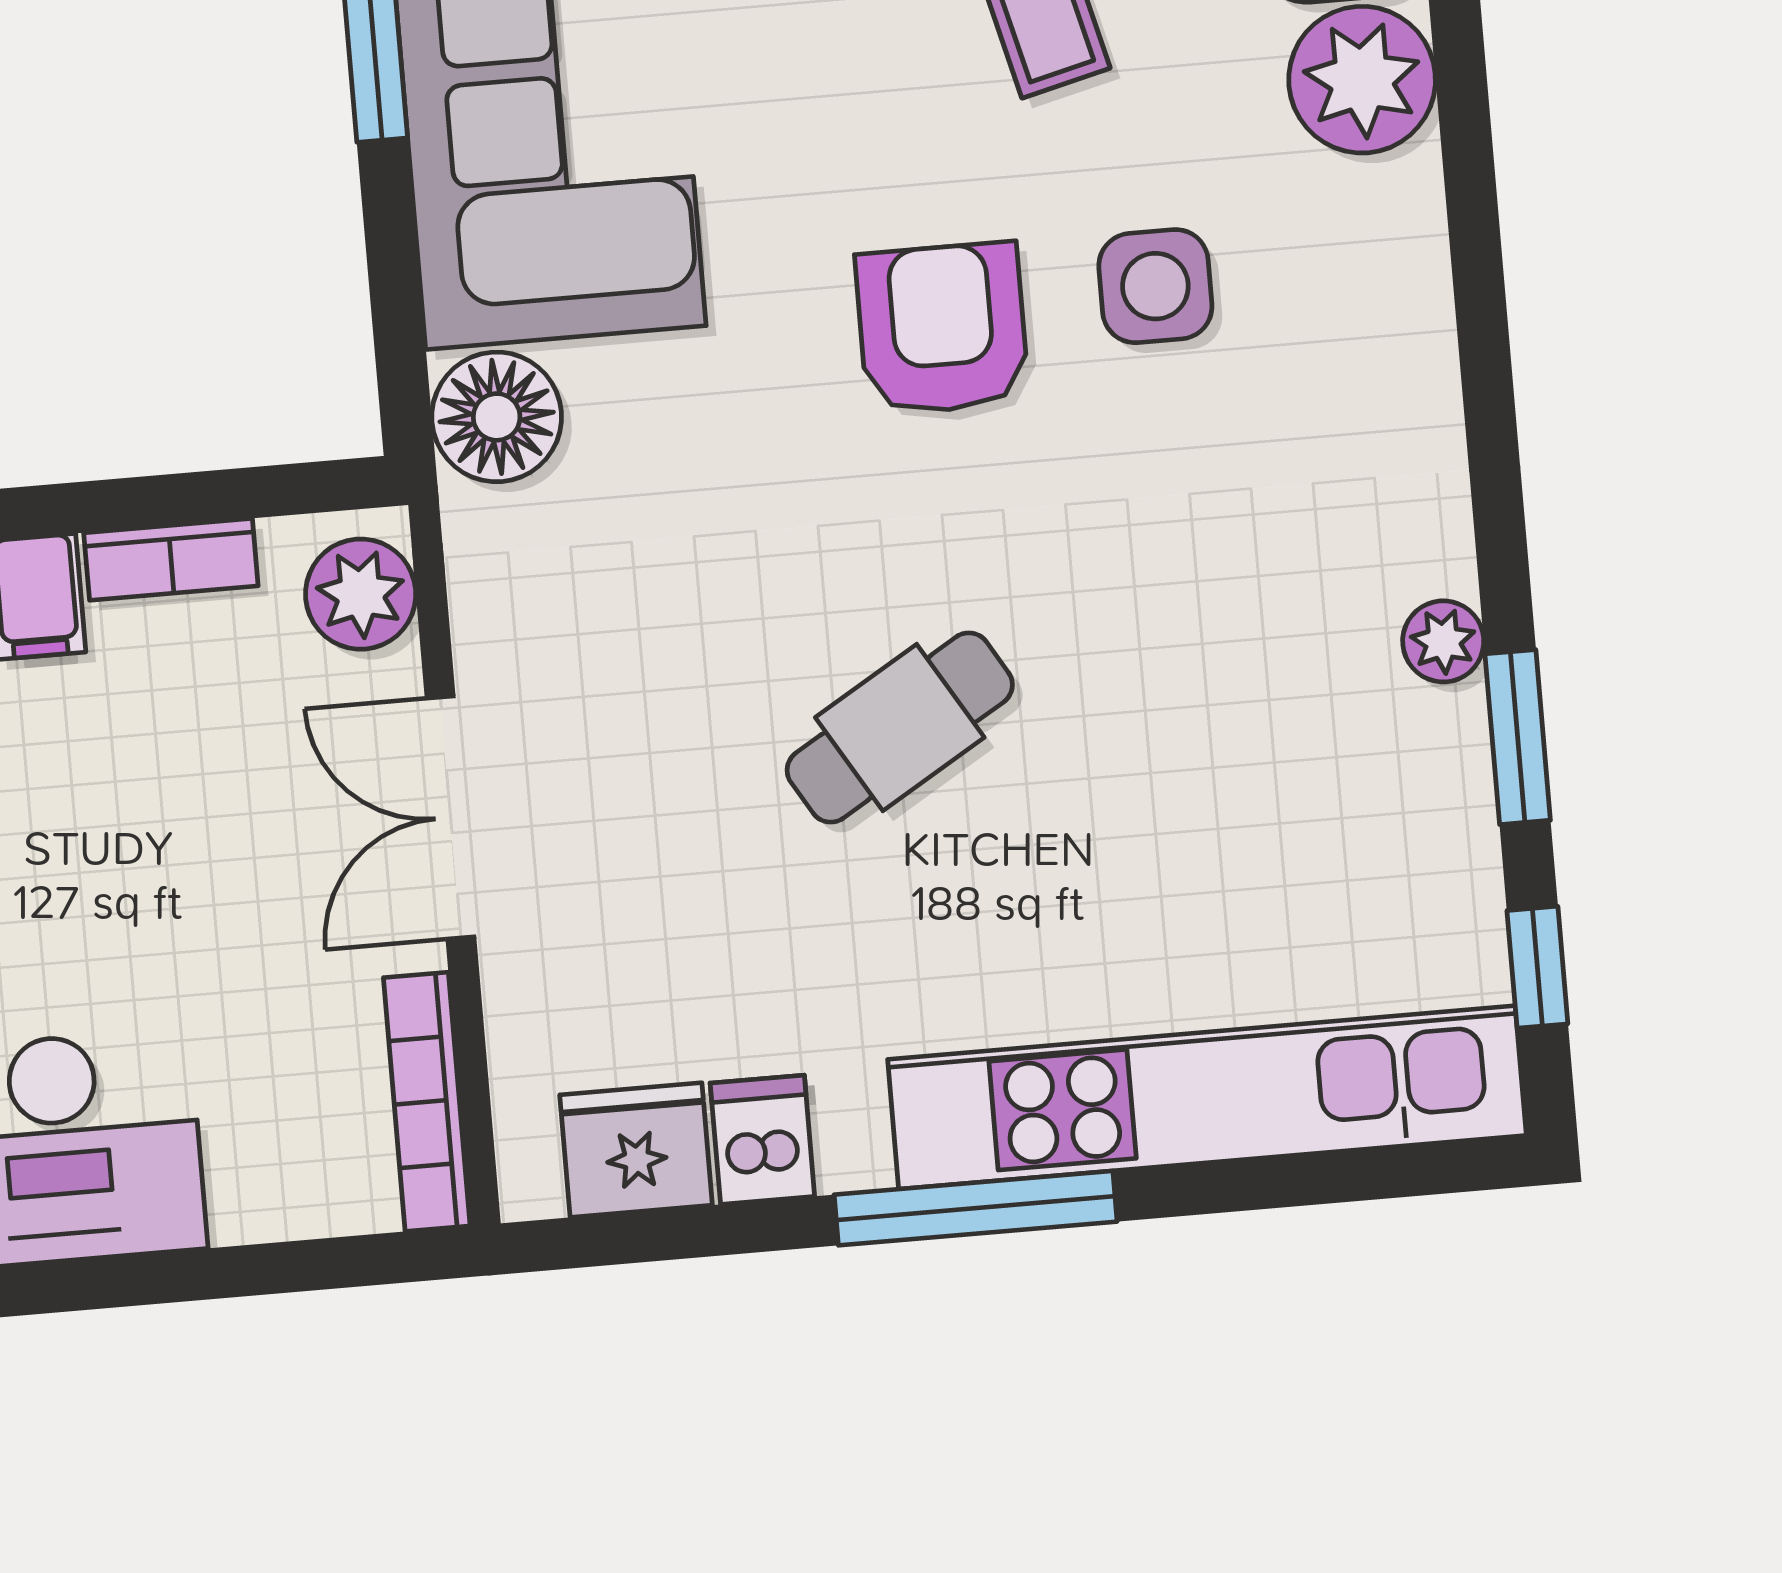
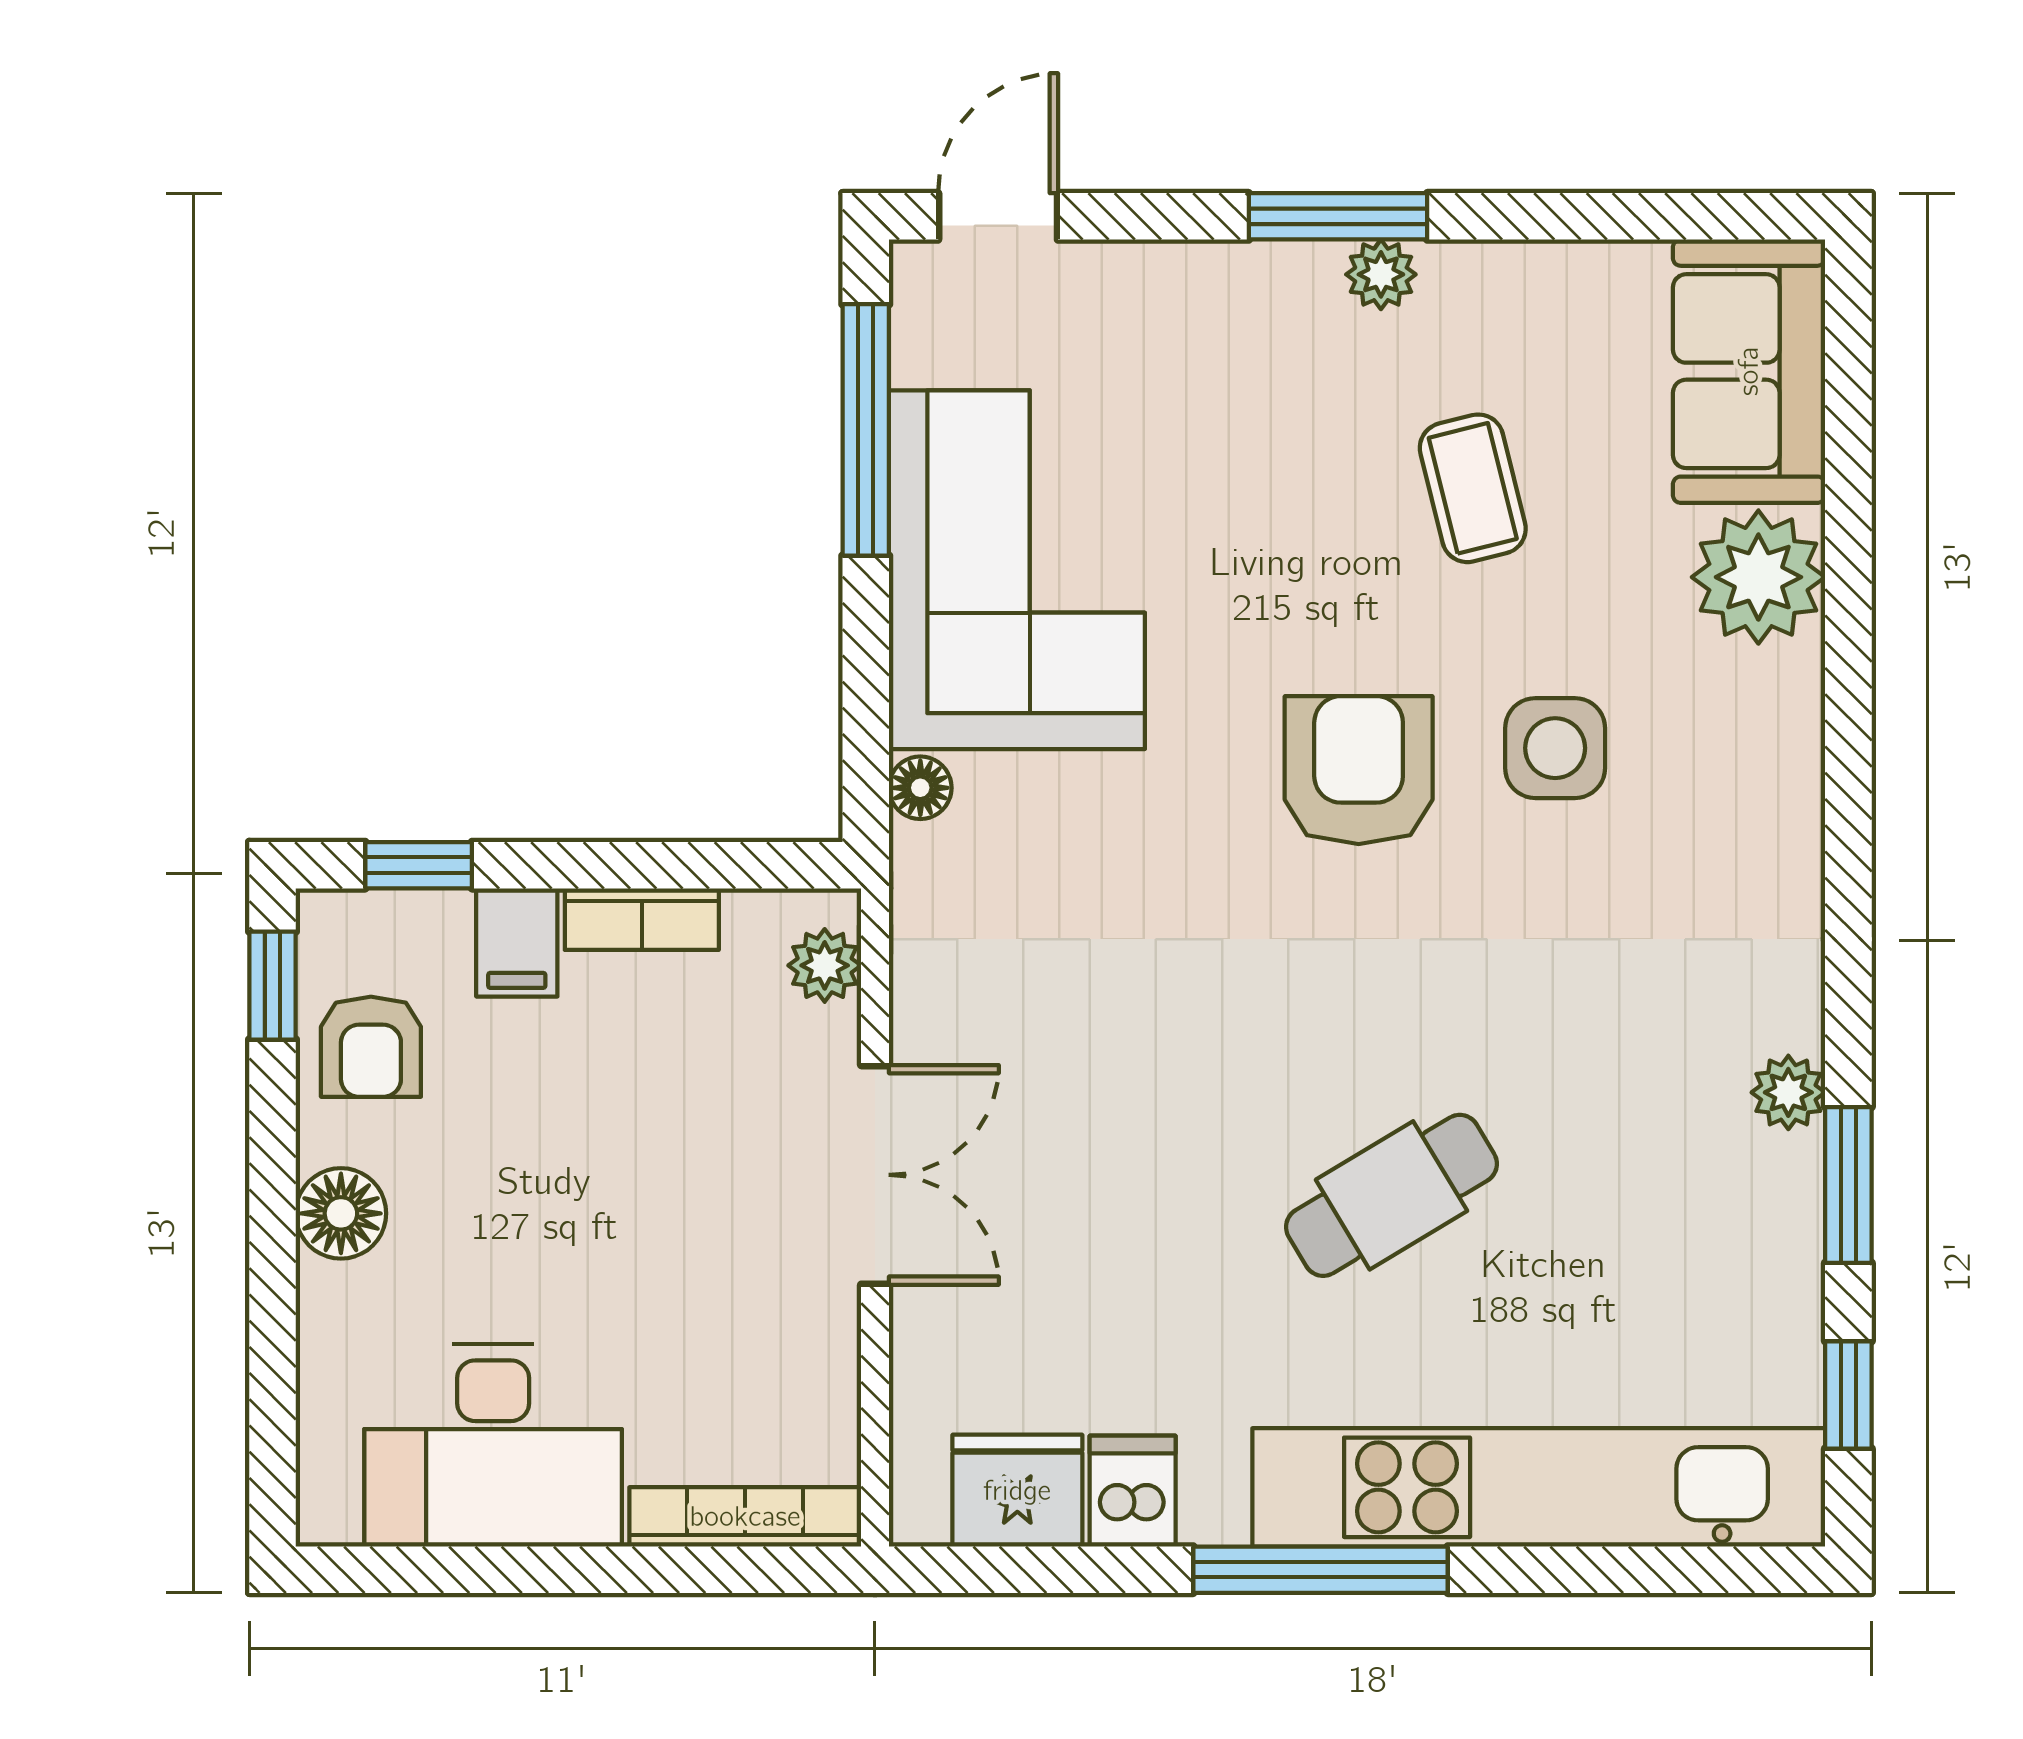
floor lamp: (497, 417) -> (920, 788), width x0.53, depth x0.53
plant: (361, 594) -> (825, 965), width x0.73, depth x0.73
cafe table: (900, 727) -> (1391, 1195), moved
double door: (451, 818) -> (875, 1175), swing flipped
bookcase: (427, 1102) -> (745, 1517), moved, turned 90

